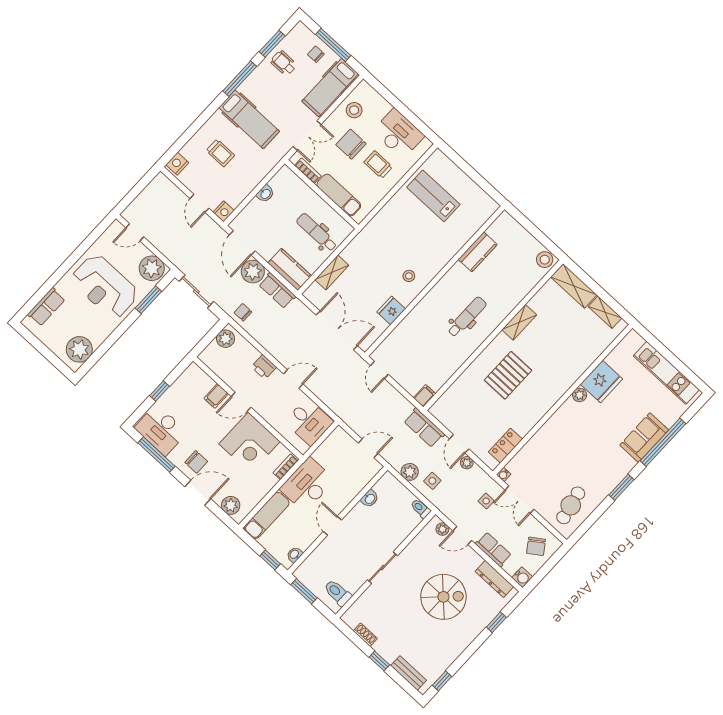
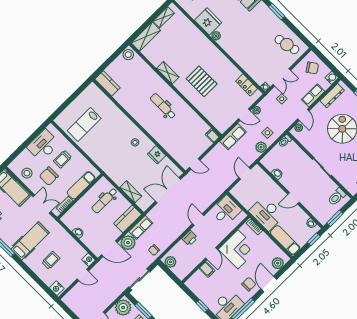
kitchen counter: (478, 252) -> (107, 83), moved

